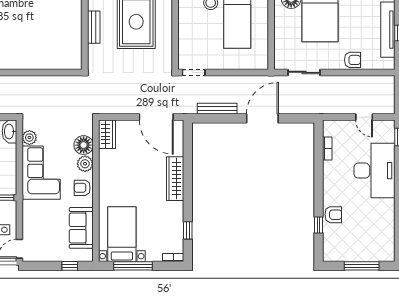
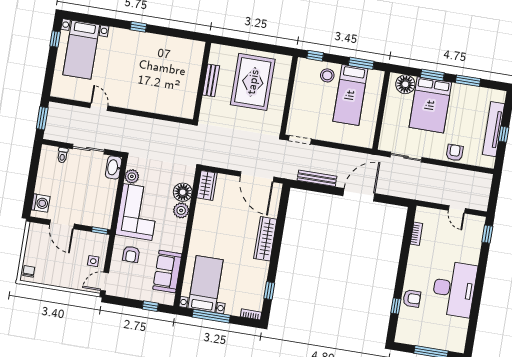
armchair: (353, 60) -> (455, 153), turned -90
desk: (374, 171) -> (454, 289), moved
armchair: (82, 188) -> (131, 254), moved, turned -90

